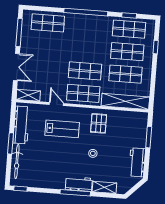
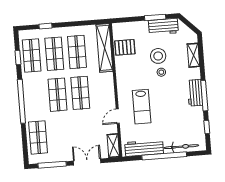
shop shelf: (83, 93) -> (58, 95), moved
pallet: (99, 123) -> (125, 47), moved
lab bench: (62, 129) -> (142, 107), turned 180
window: (149, 137) -> (155, 17), moved
window: (10, 143) -> (164, 156), width x2.11
stool: (109, 153) -> (158, 56), added
workbench: (79, 184) -> (195, 93), moved
window: (21, 189) -> (207, 127), moved
window: (75, 193) -> (204, 96), moved

